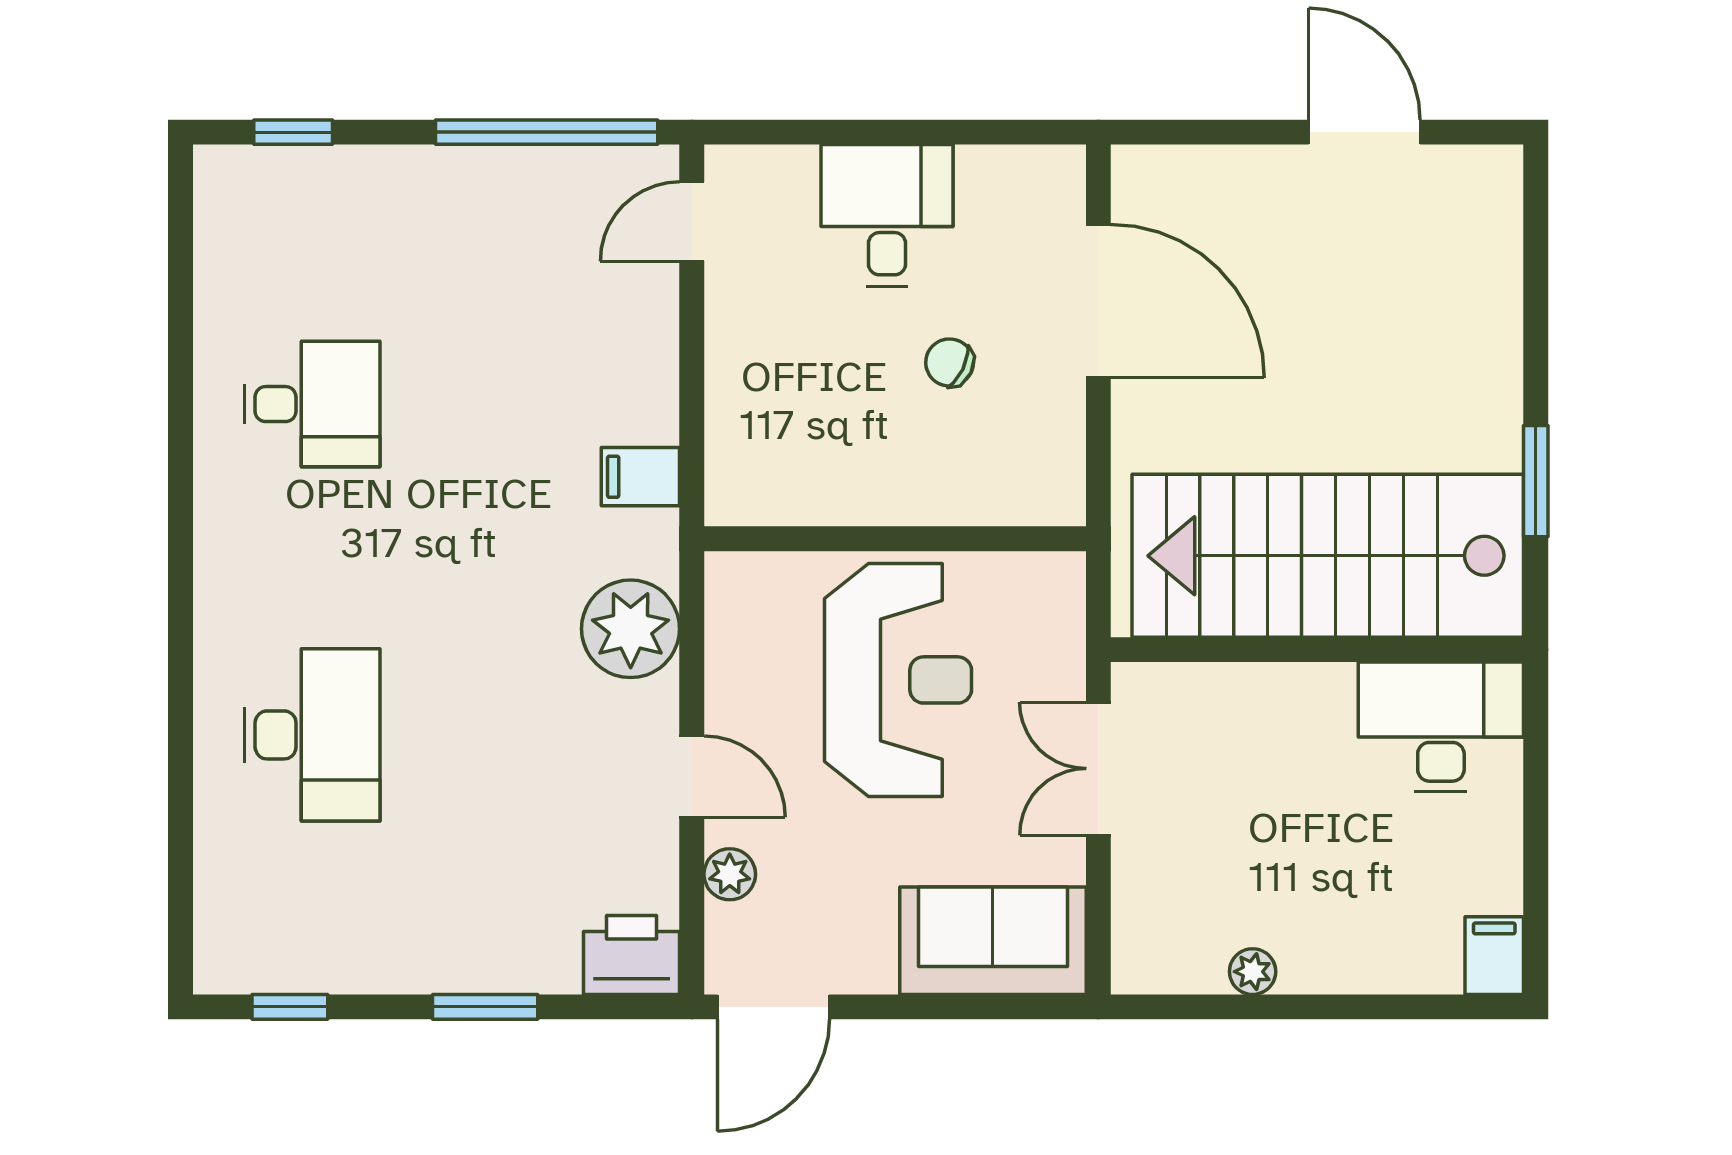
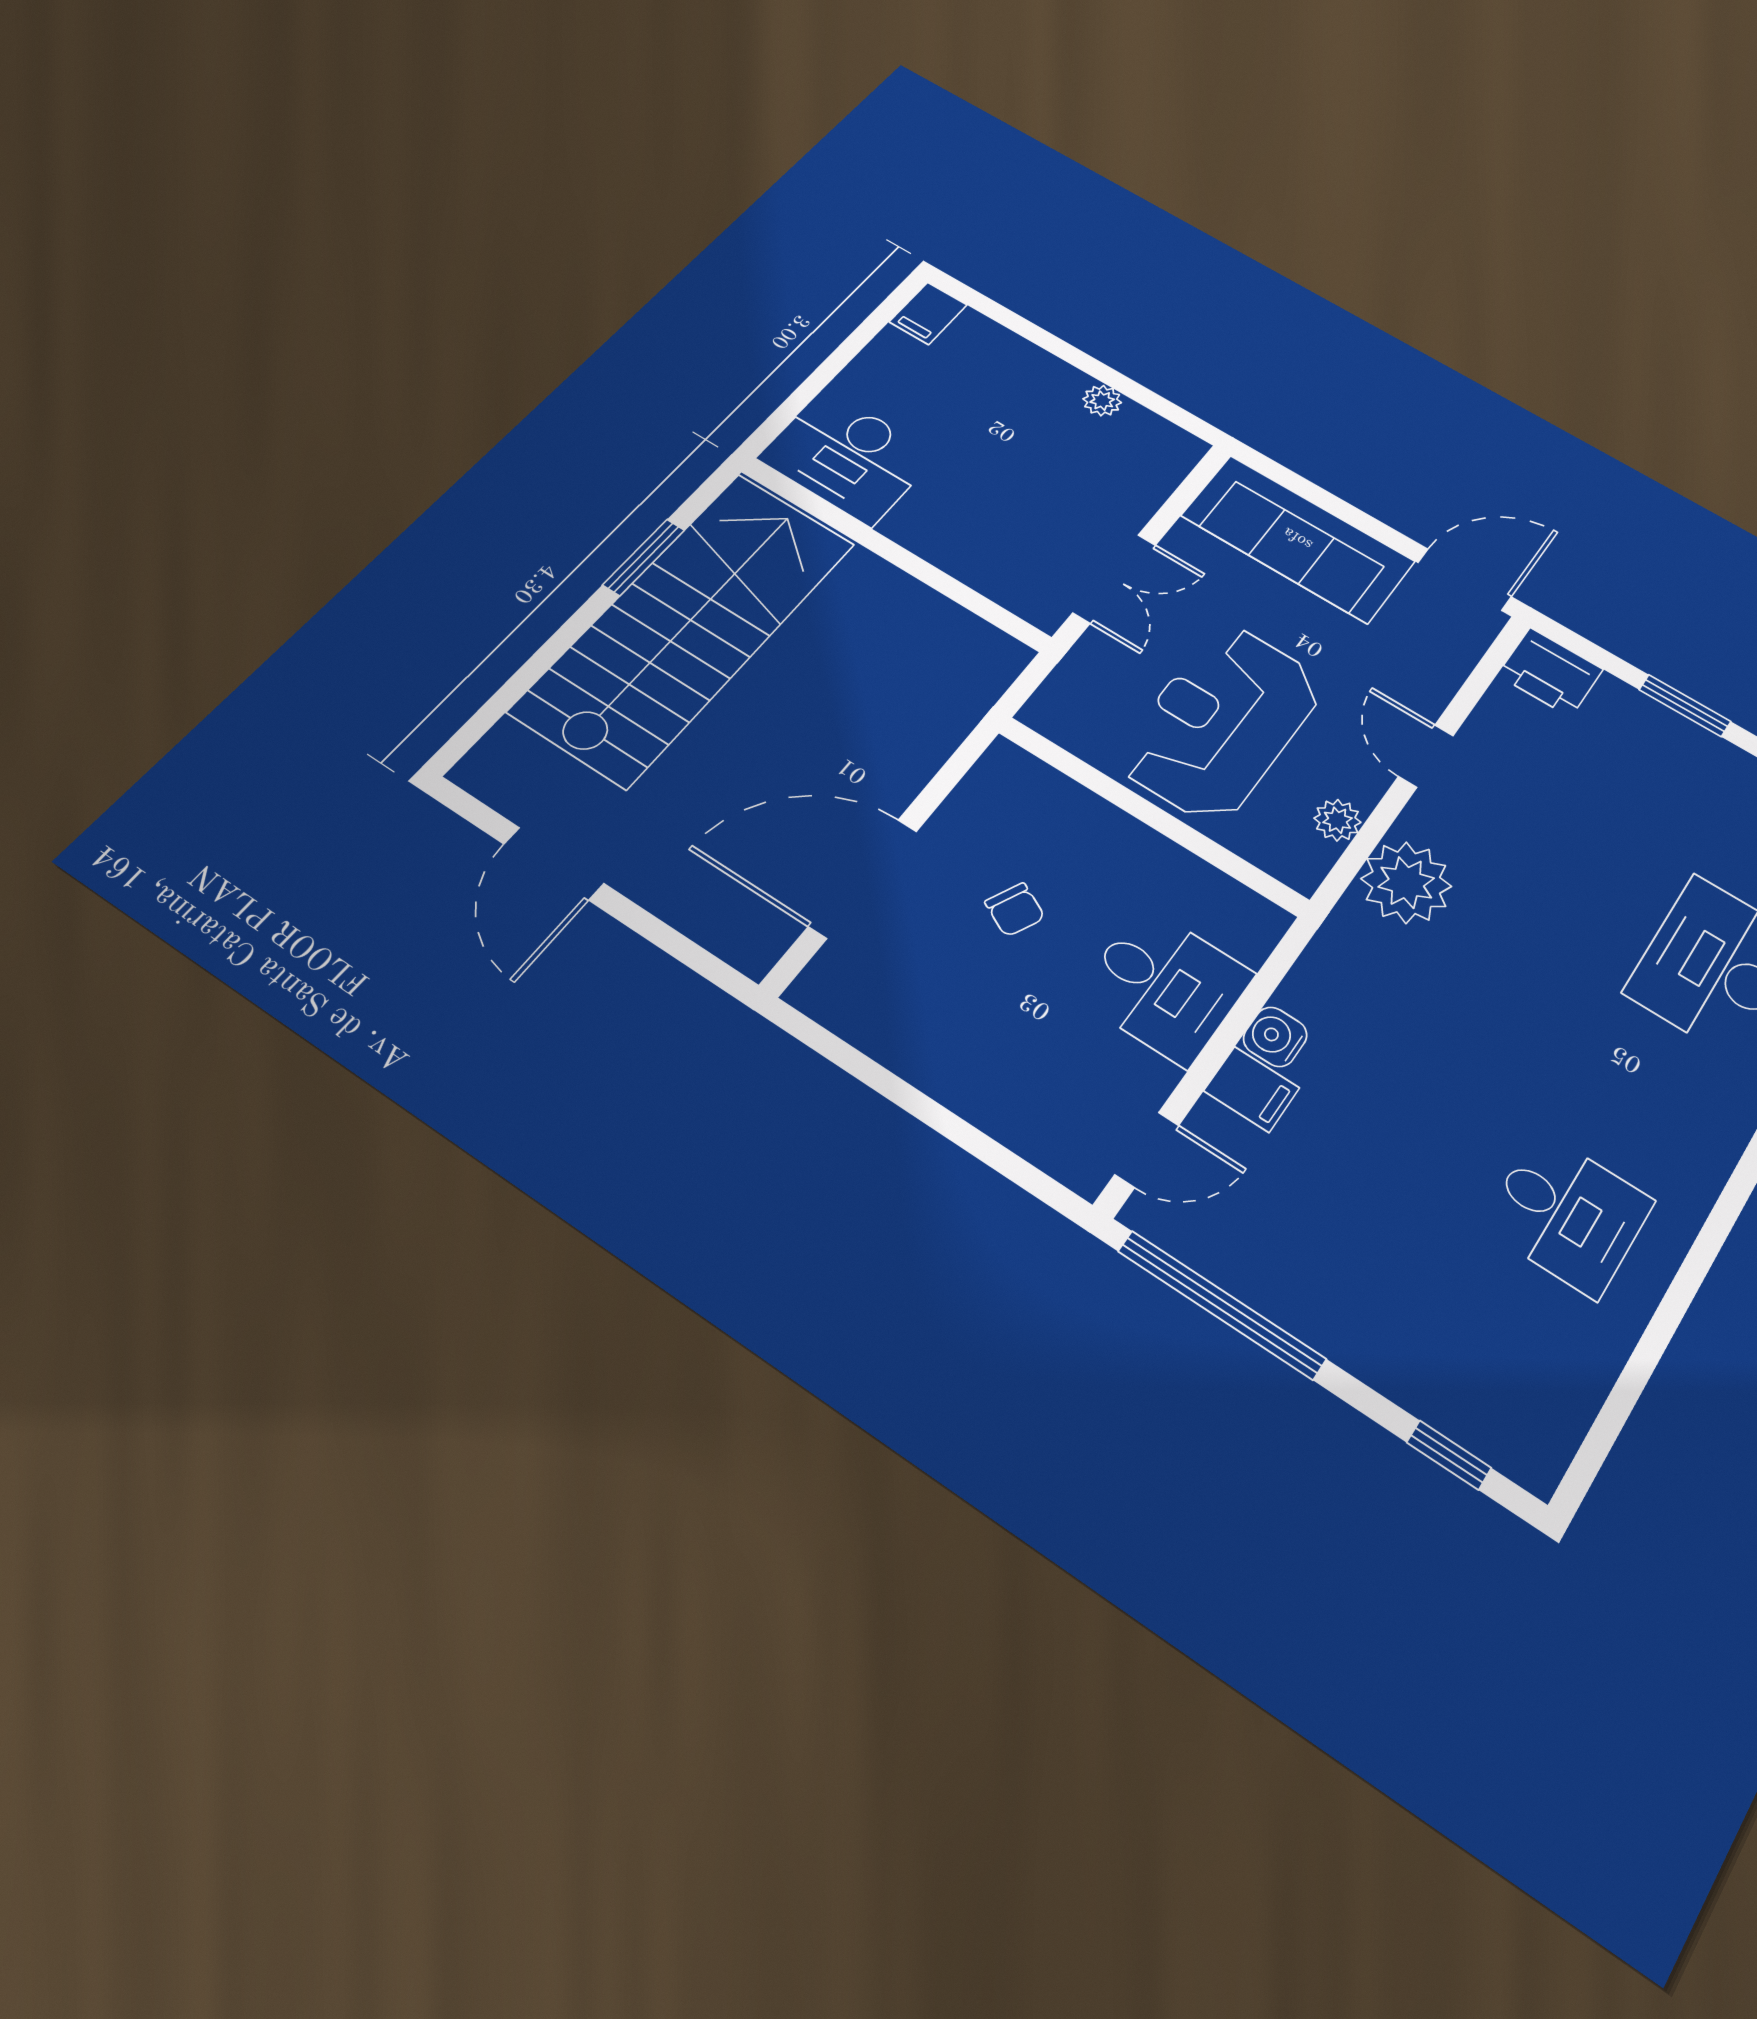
desk: (887, 215) -> (1165, 985), moved, turned -90
door: (1098, 301) -> (863, 878), hinge flipped
water cooler: (651, 398) -> (1275, 1037), added
desk: (312, 404) -> (1567, 1214), turned 180
filing cabinet: (640, 477) -> (1252, 1089), moved
stairs: (1328, 556) -> (685, 626), moved, turned -90
plant: (730, 874) -> (1337, 820), moved
sofa: (993, 941) -> (1298, 538), width x1.36

